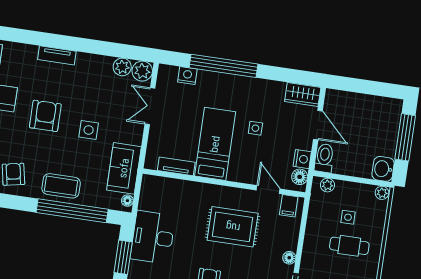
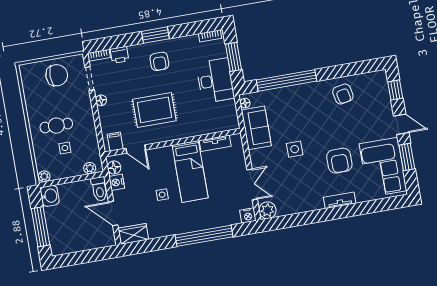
plant: (122, 67) -> (284, 208), removed
nightstand: (187, 76) -> (248, 215), moved
armchair: (45, 116) -> (339, 161), moved
coffee table: (61, 186) -> (302, 97), removed

